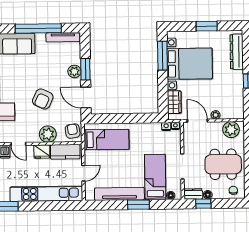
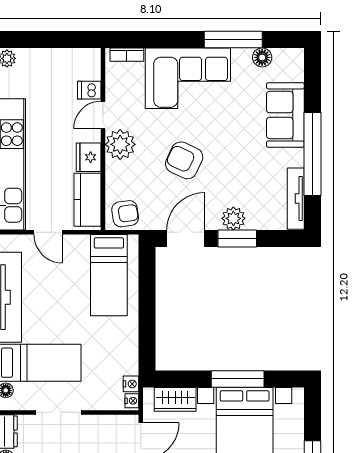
window: (162, 56) -> (238, 379), moved
plant: (48, 134) -> (120, 144), moved

